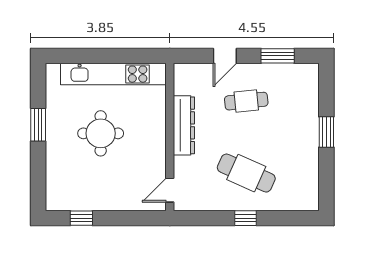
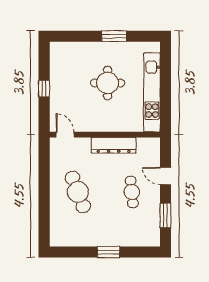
cafe table: (246, 173) -> (78, 192), turned -45
window: (81, 218) -> (44, 89), moved
window: (245, 218) -> (44, 191), removed

